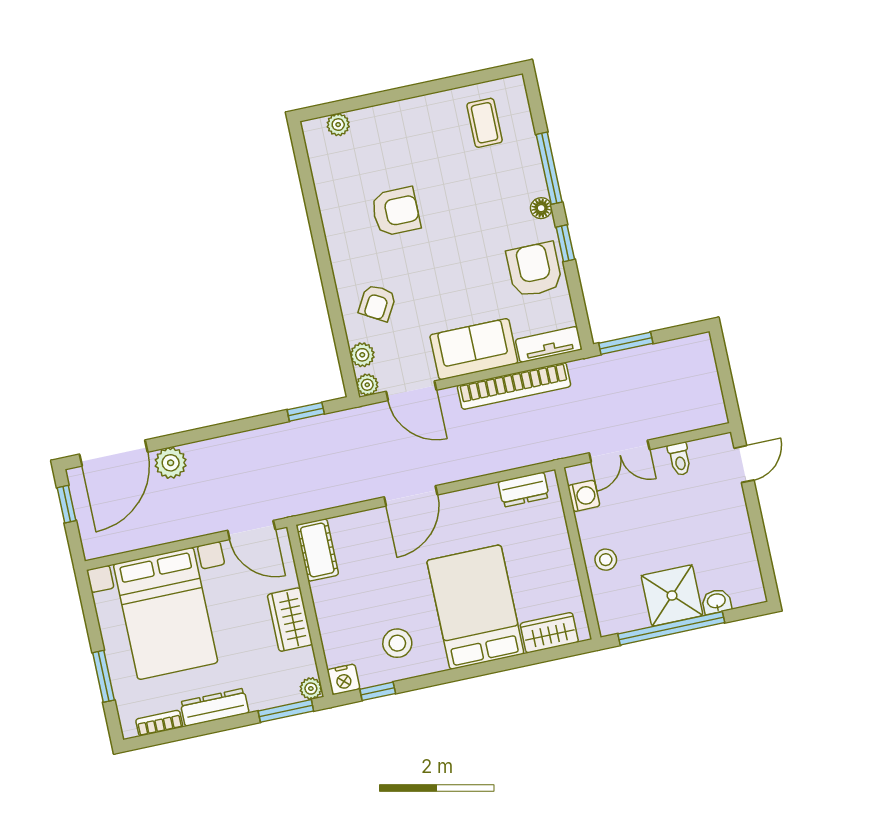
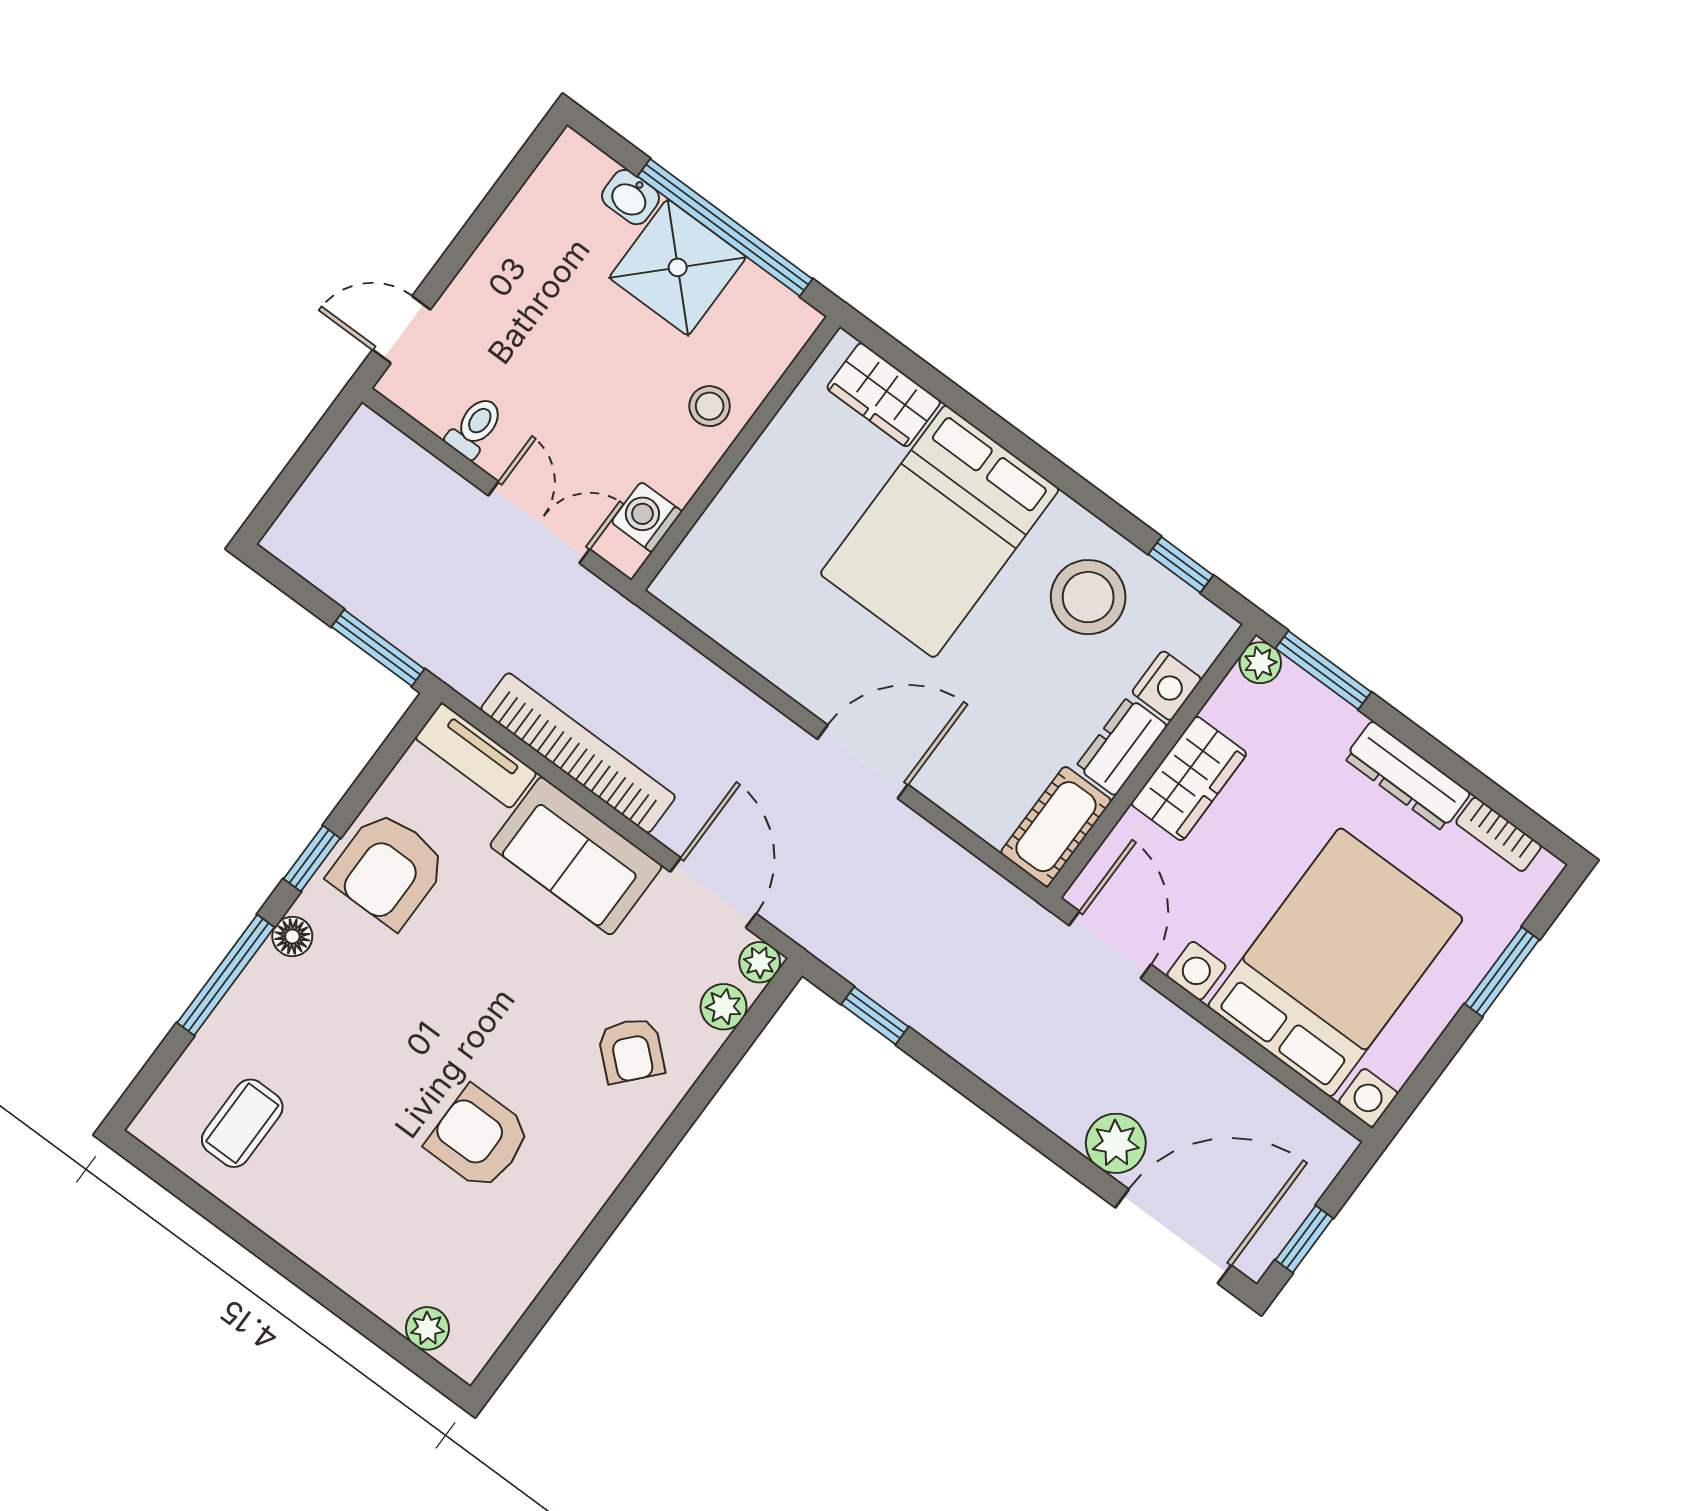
armchair: (377, 303) -> (631, 1050), turned 102
dresser: (524, 490) -> (1122, 746), moved, turned -90
stool: (397, 643) -> (1088, 597), width x1.38, depth x1.38
nightstand: (343, 679) -> (1167, 686), moved, turned 90

